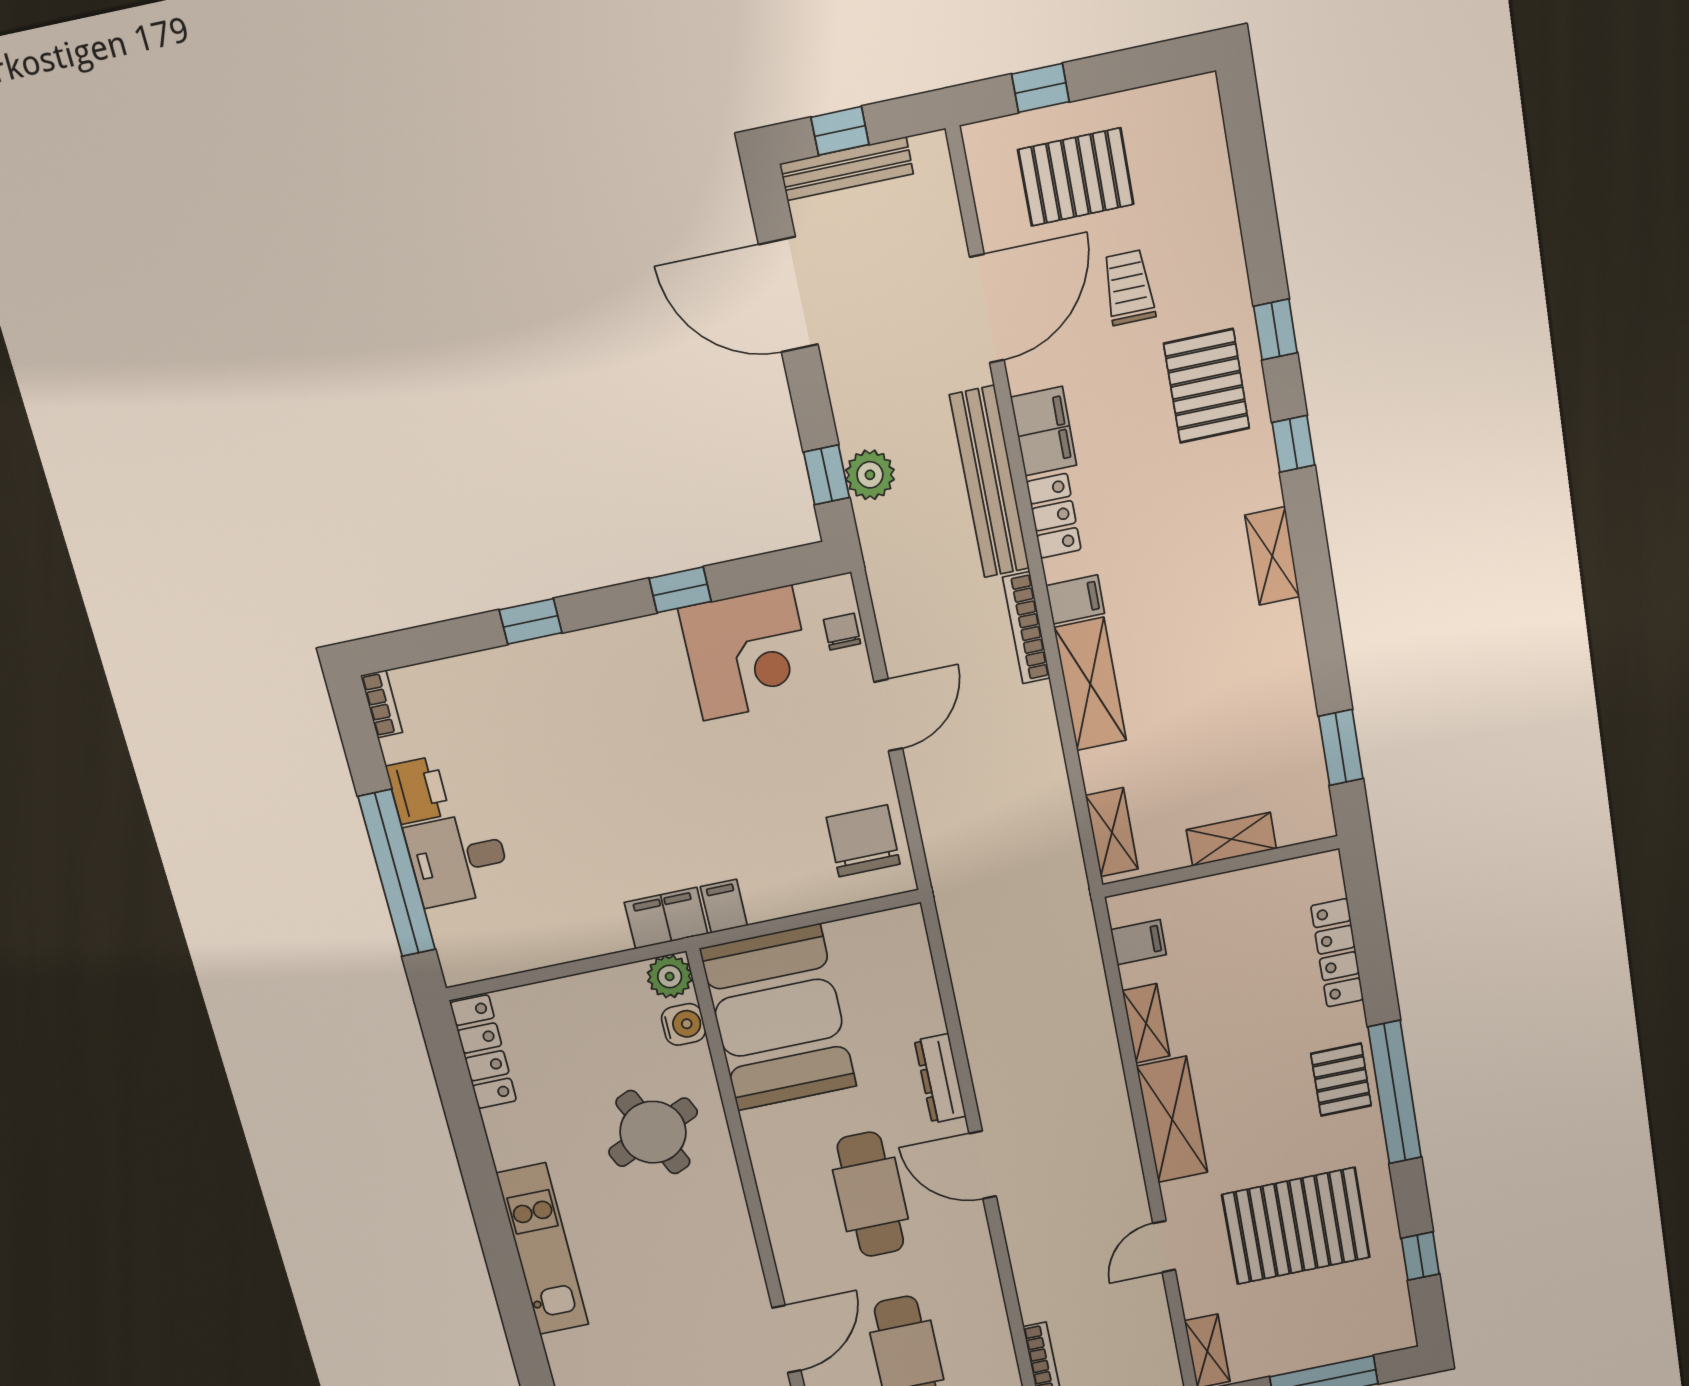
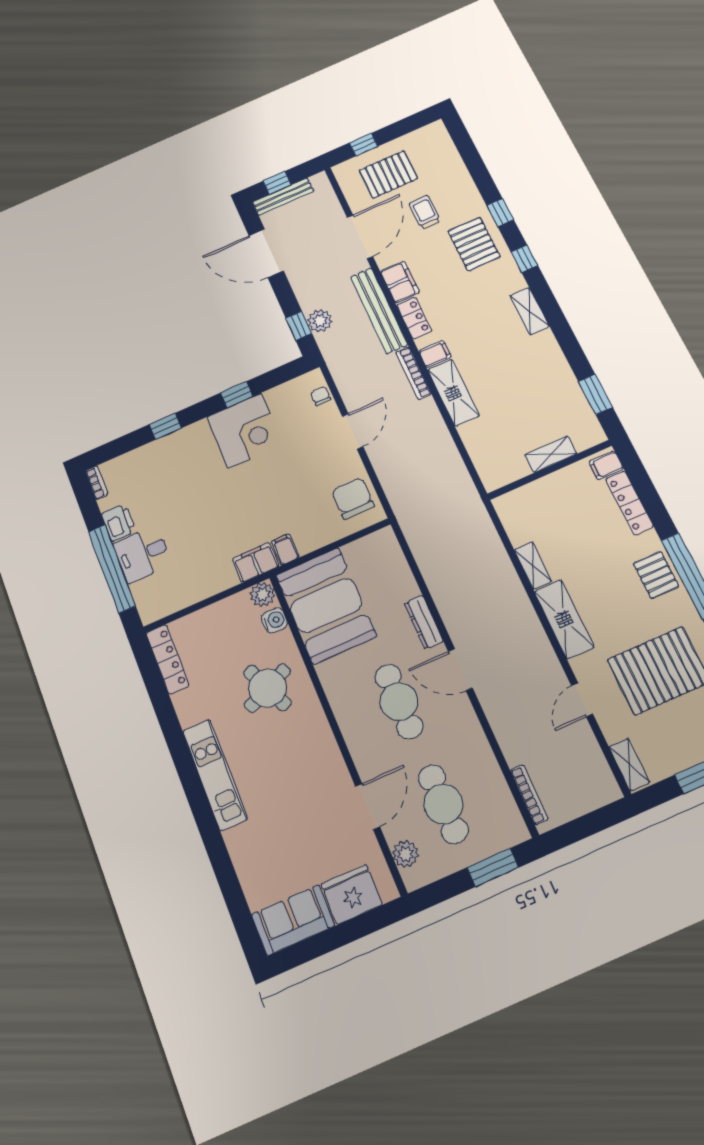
corner desk: (747, 653) -> (245, 431), moved
shelving: (1112, 832) -> (485, 465), removed
filing cabinet: (1139, 942) -> (606, 465), moved, turned 180

